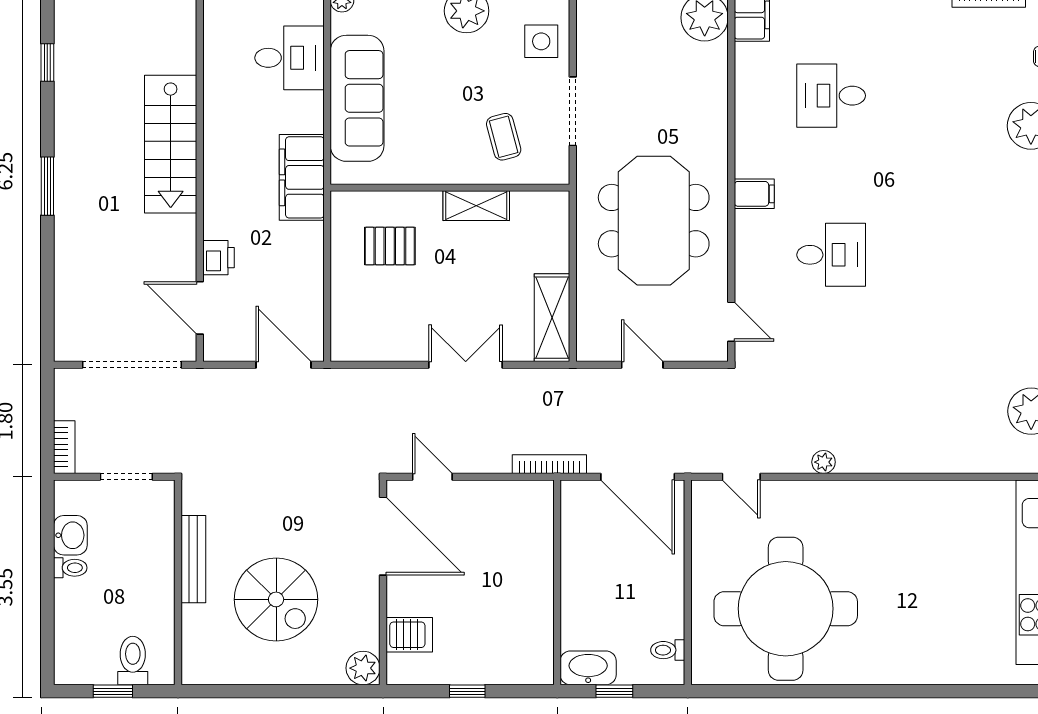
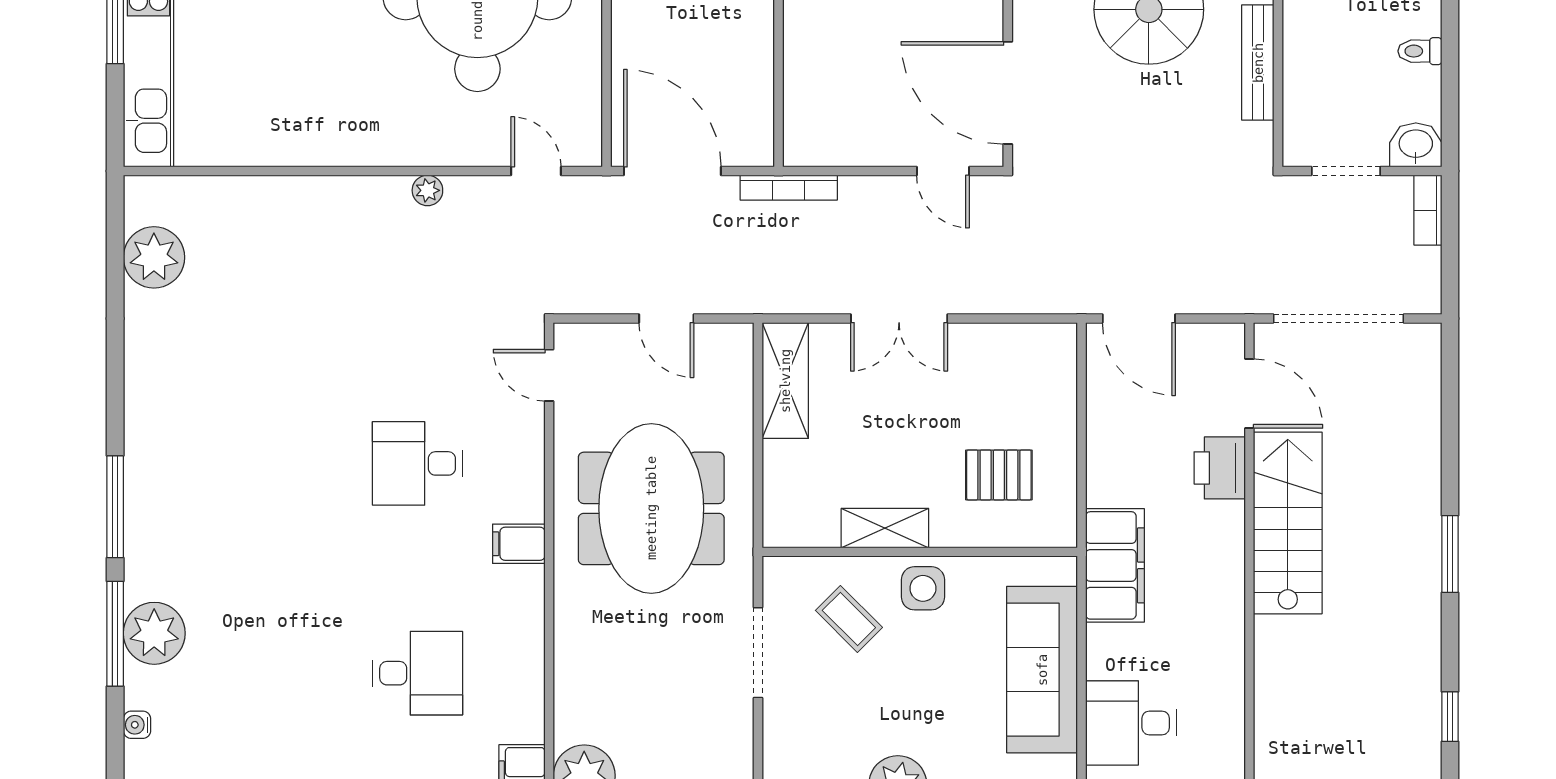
side table: (541, 41) -> (923, 588), moved
coffee table: (504, 137) -> (849, 619), turned -30
stairs: (171, 144) -> (1288, 523), moved
printer: (218, 258) -> (1220, 468), width x1.36, depth x1.24
washbasin: (70, 535) -> (1416, 145), moved, turned 90

